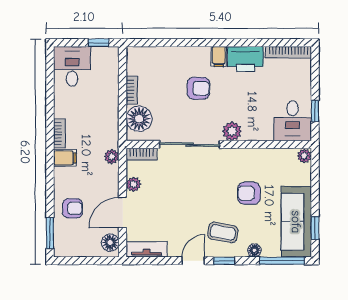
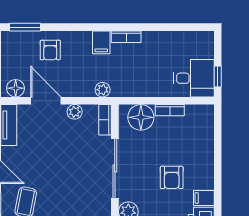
desk: (72, 66) -> (194, 78), moved

